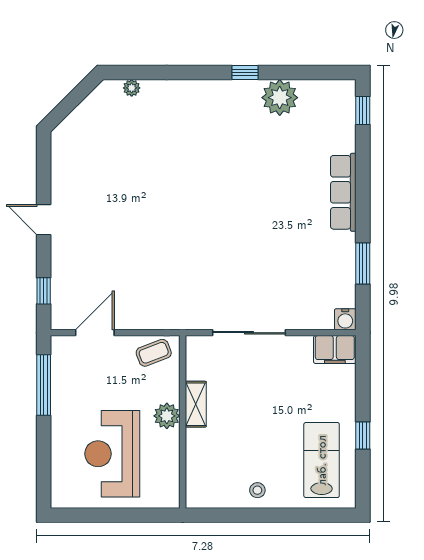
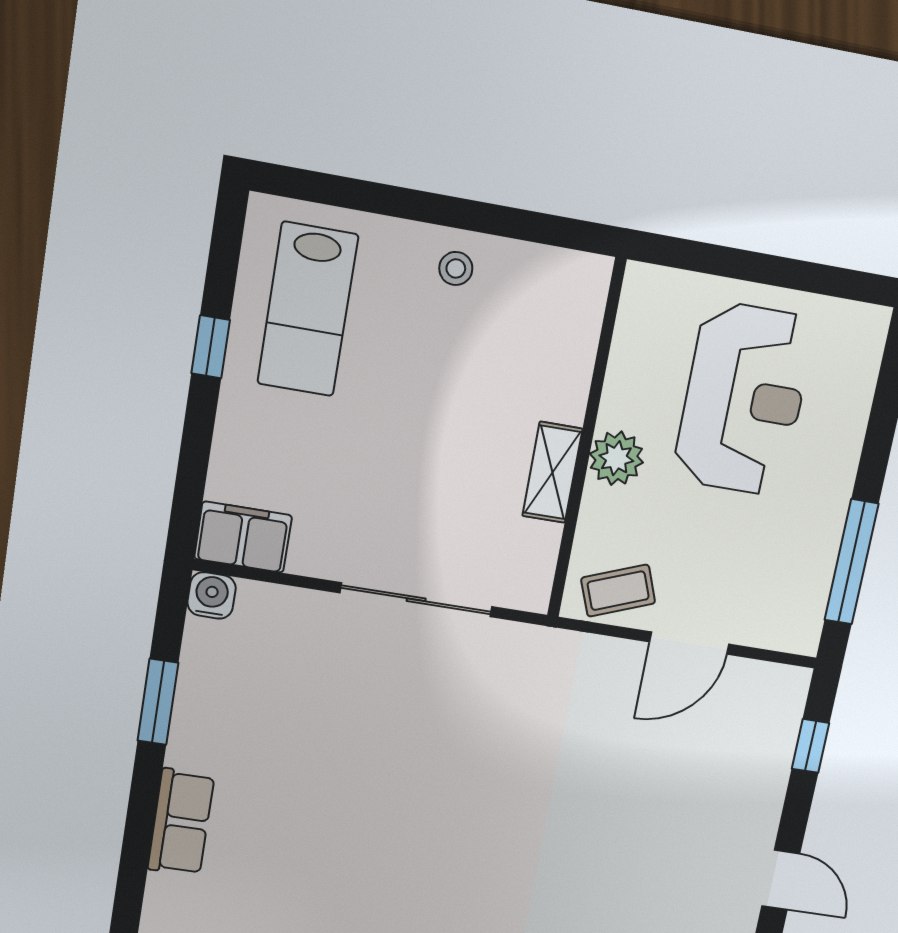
row of seats: (343, 192) -> (181, 822), width x0.68
door: (95, 333) -> (689, 643), moved

